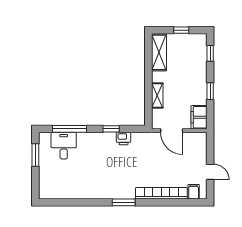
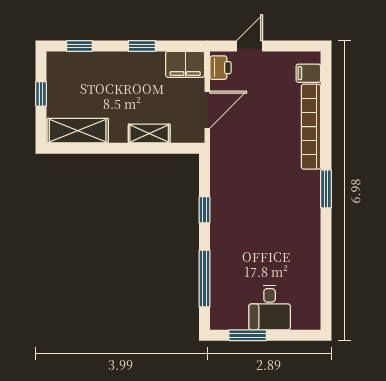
printer: (124, 139) -> (220, 68), moved
desk: (64, 146) -> (270, 307), moved, turned -90
door: (210, 172) -> (250, 46), moved

